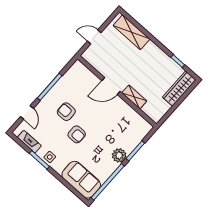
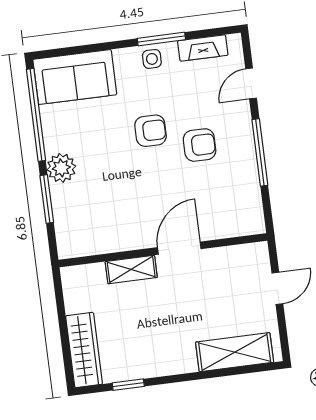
door: (27, 112) -> (251, 83), hinge flipped
armchair: (77, 134) -> (151, 131), turned 180

